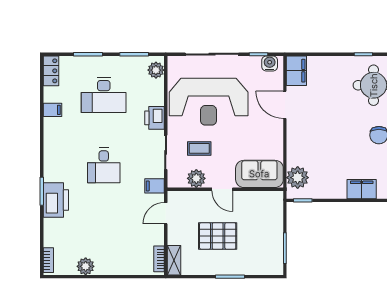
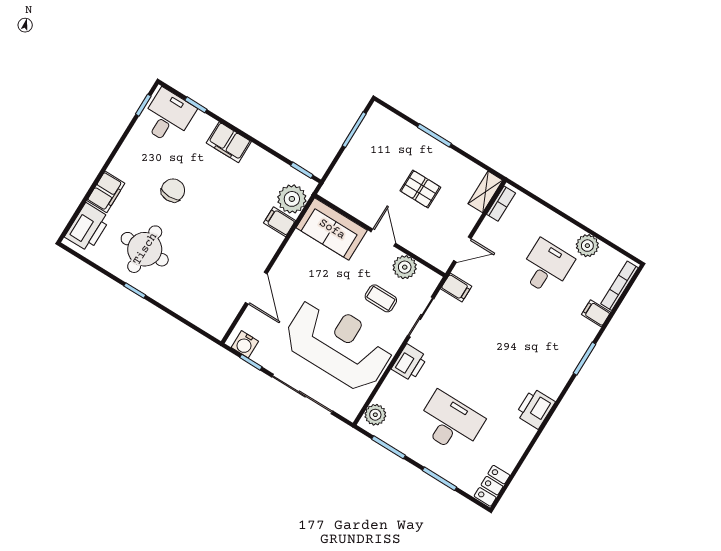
filing cabinet: (296, 71) -> (280, 222), moved, width x0.50
filing cabinet: (52, 110) -> (596, 313), moved
desk: (104, 165) -> (546, 267), moved
printer: (56, 200) -> (535, 408), moved, width x0.73, depth x0.84
pallet: (218, 236) -> (420, 189), width x0.67, depth x0.71
bookcase: (48, 260) -> (619, 286), width x1.56

